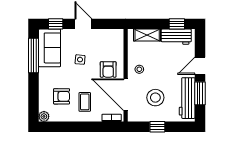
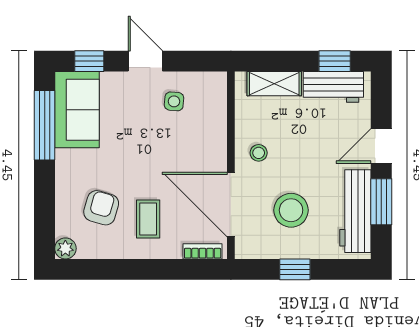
side table: (80, 60) -> (174, 101), moved
armchair: (108, 69) -> (196, 153), removed
armchair: (62, 96) -> (101, 208), turned -74

